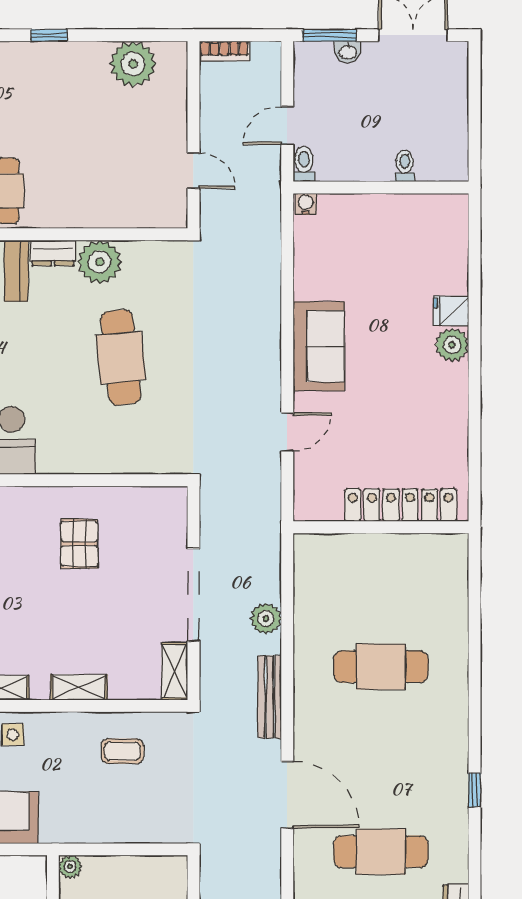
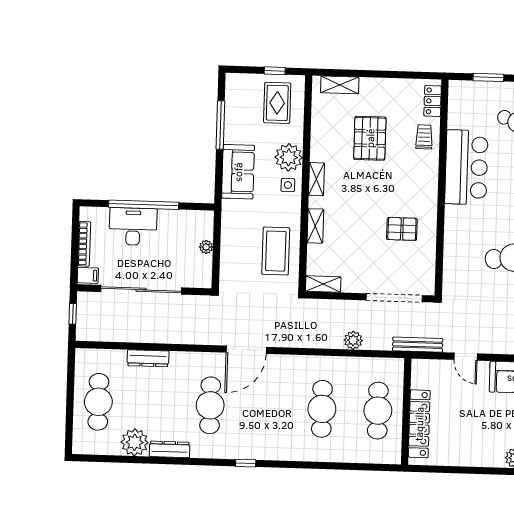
cafe table: (381, 574) -> (378, 411), added
doorway: (193, 595) -> (394, 298), moved
bench: (270, 697) -> (418, 345), moved
coffee table: (122, 751) -> (276, 251), width x1.86, depth x1.72
plant: (70, 867) -> (206, 247), moved

